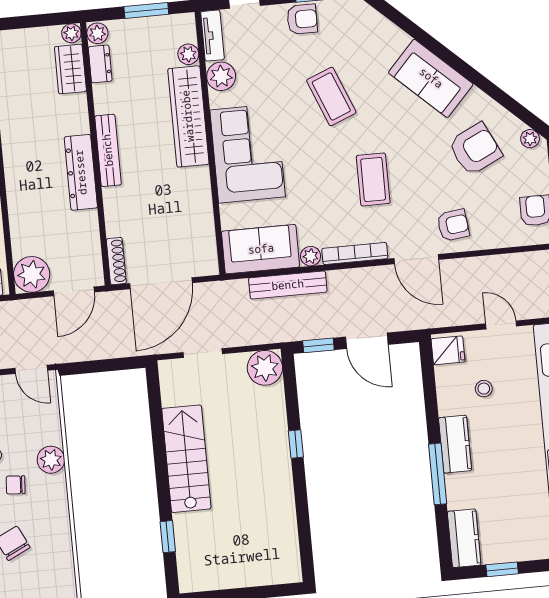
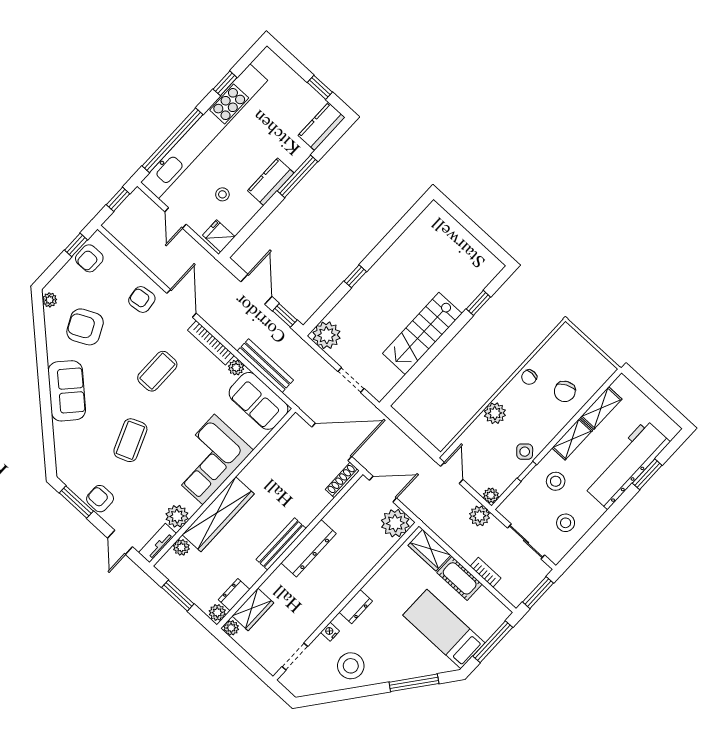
chair: (16, 485) -> (529, 377), moved, turned 86

